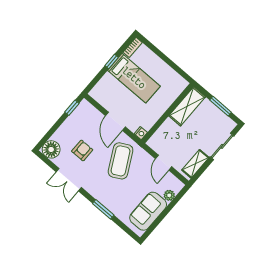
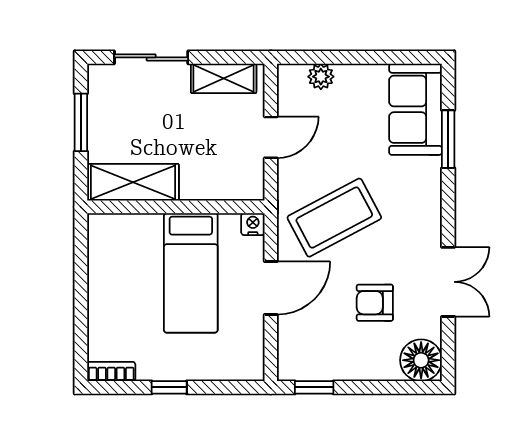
bed: (134, 78) -> (191, 273), moved, turned 180
window: (103, 209) -> (448, 139), moved
sofa: (148, 211) -> (416, 109), moved, turned 90

